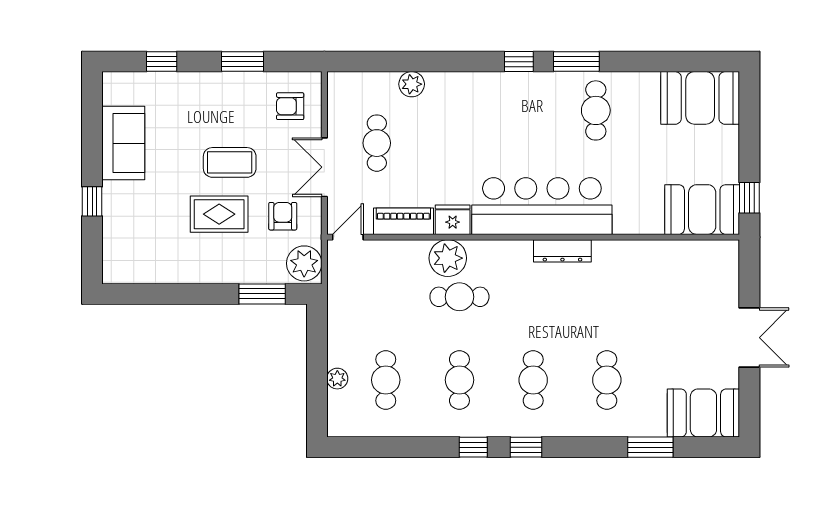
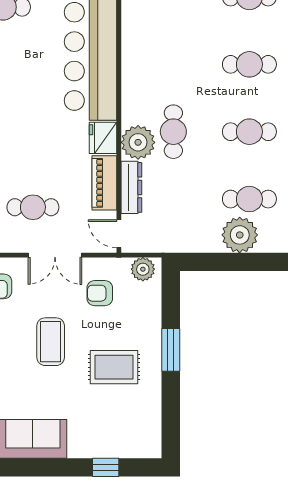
window: (92, 201) -> (106, 467), moved
rug: (219, 214) -> (114, 367), moved, turned 90
dresser: (562, 251) -> (131, 187), moved
plant: (304, 263) -> (143, 269), width x0.73, depth x0.73
window: (262, 294) -> (171, 350), moved
plant: (337, 379) -> (240, 235), width x1.87, depth x1.87

